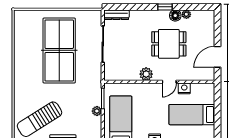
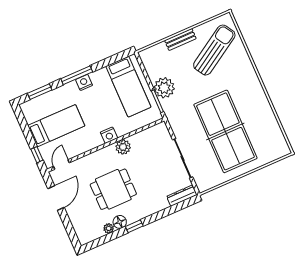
door: (169, 82) -> (61, 164), moved
nightstand: (184, 88) -> (109, 135), moved
window: (218, 98) -> (37, 155), added
plant: (97, 111) -> (164, 88), width x1.87, depth x1.87

